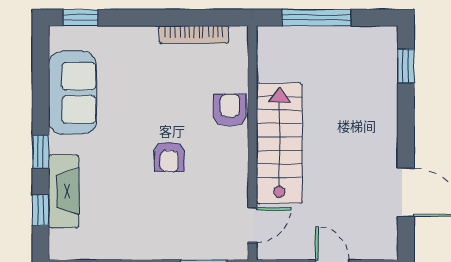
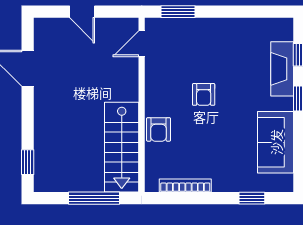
window: (80, 18) -> (252, 198), moved
stairs: (279, 143) -> (122, 147), moved
armchair: (169, 157) -> (204, 94), turned 180

